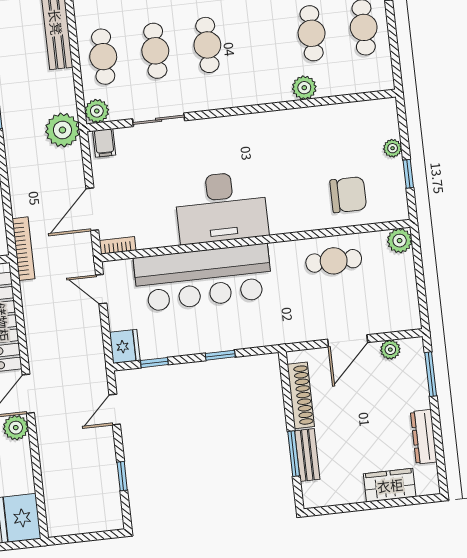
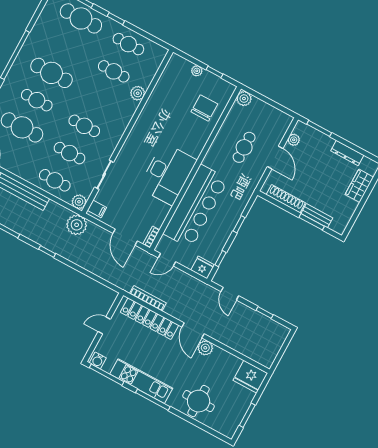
bookcase: (23, 249) -> (148, 298), moved
cafe table: (334, 261) -> (244, 147), moved

